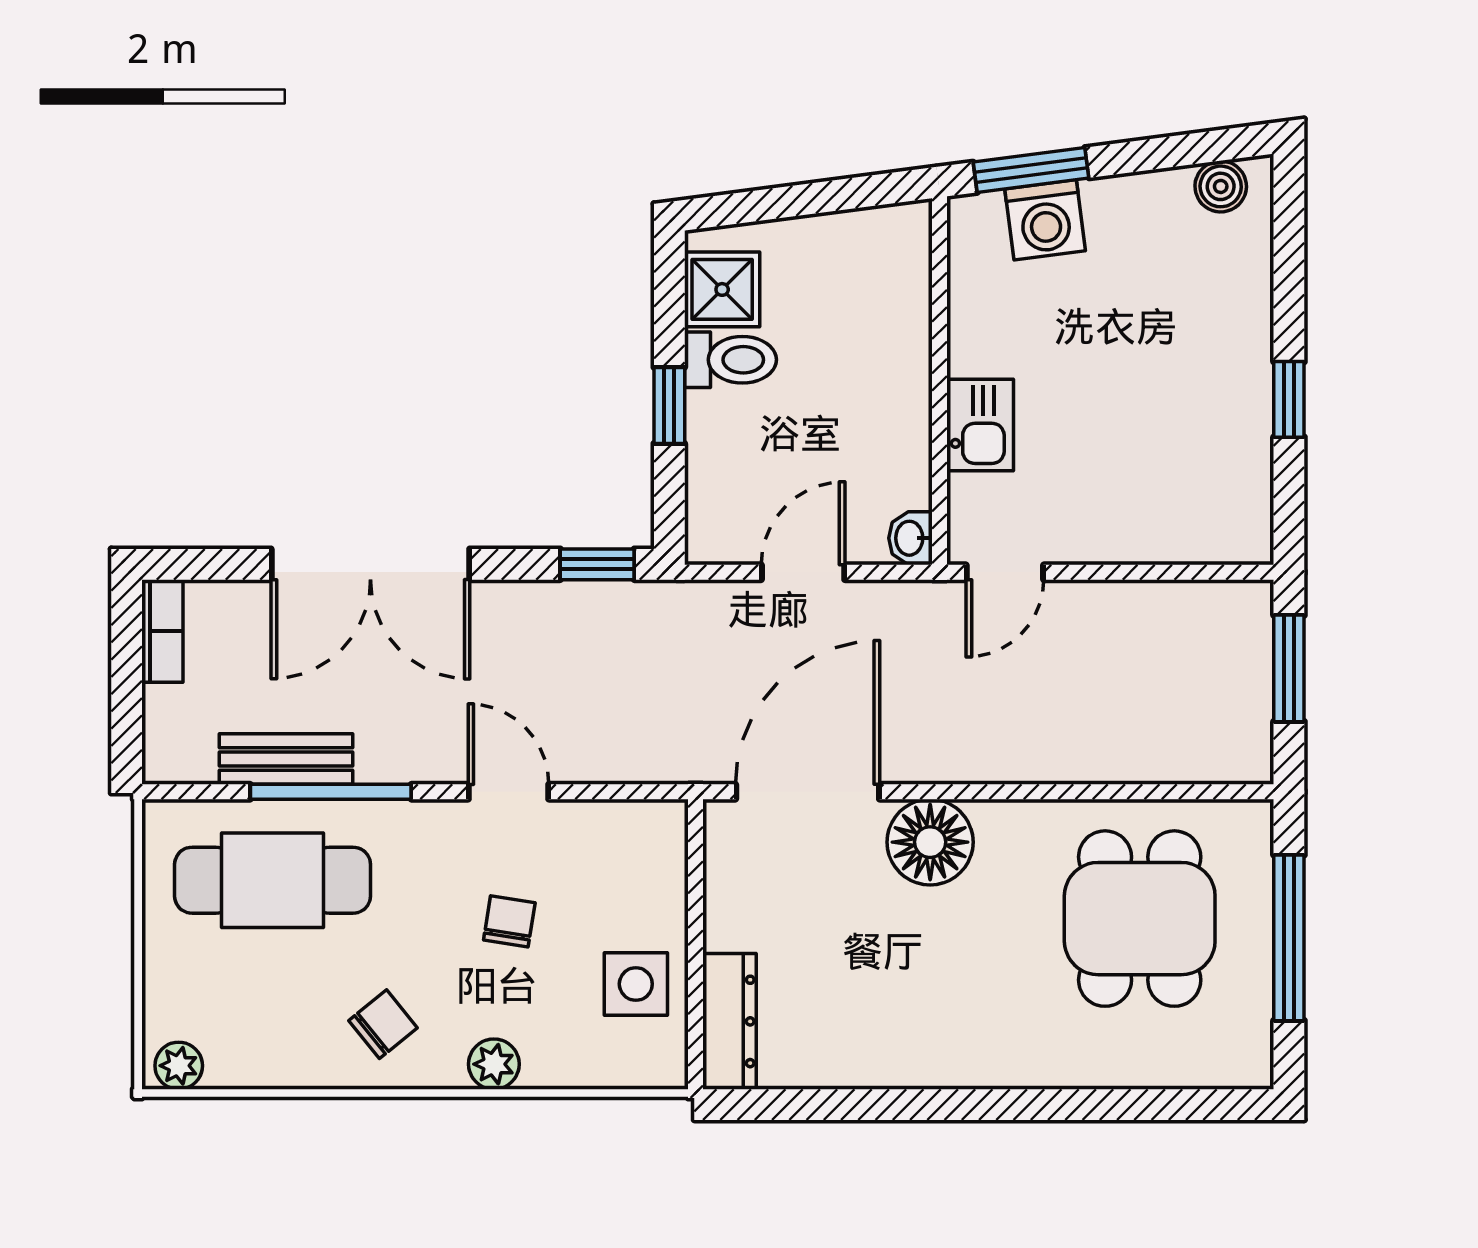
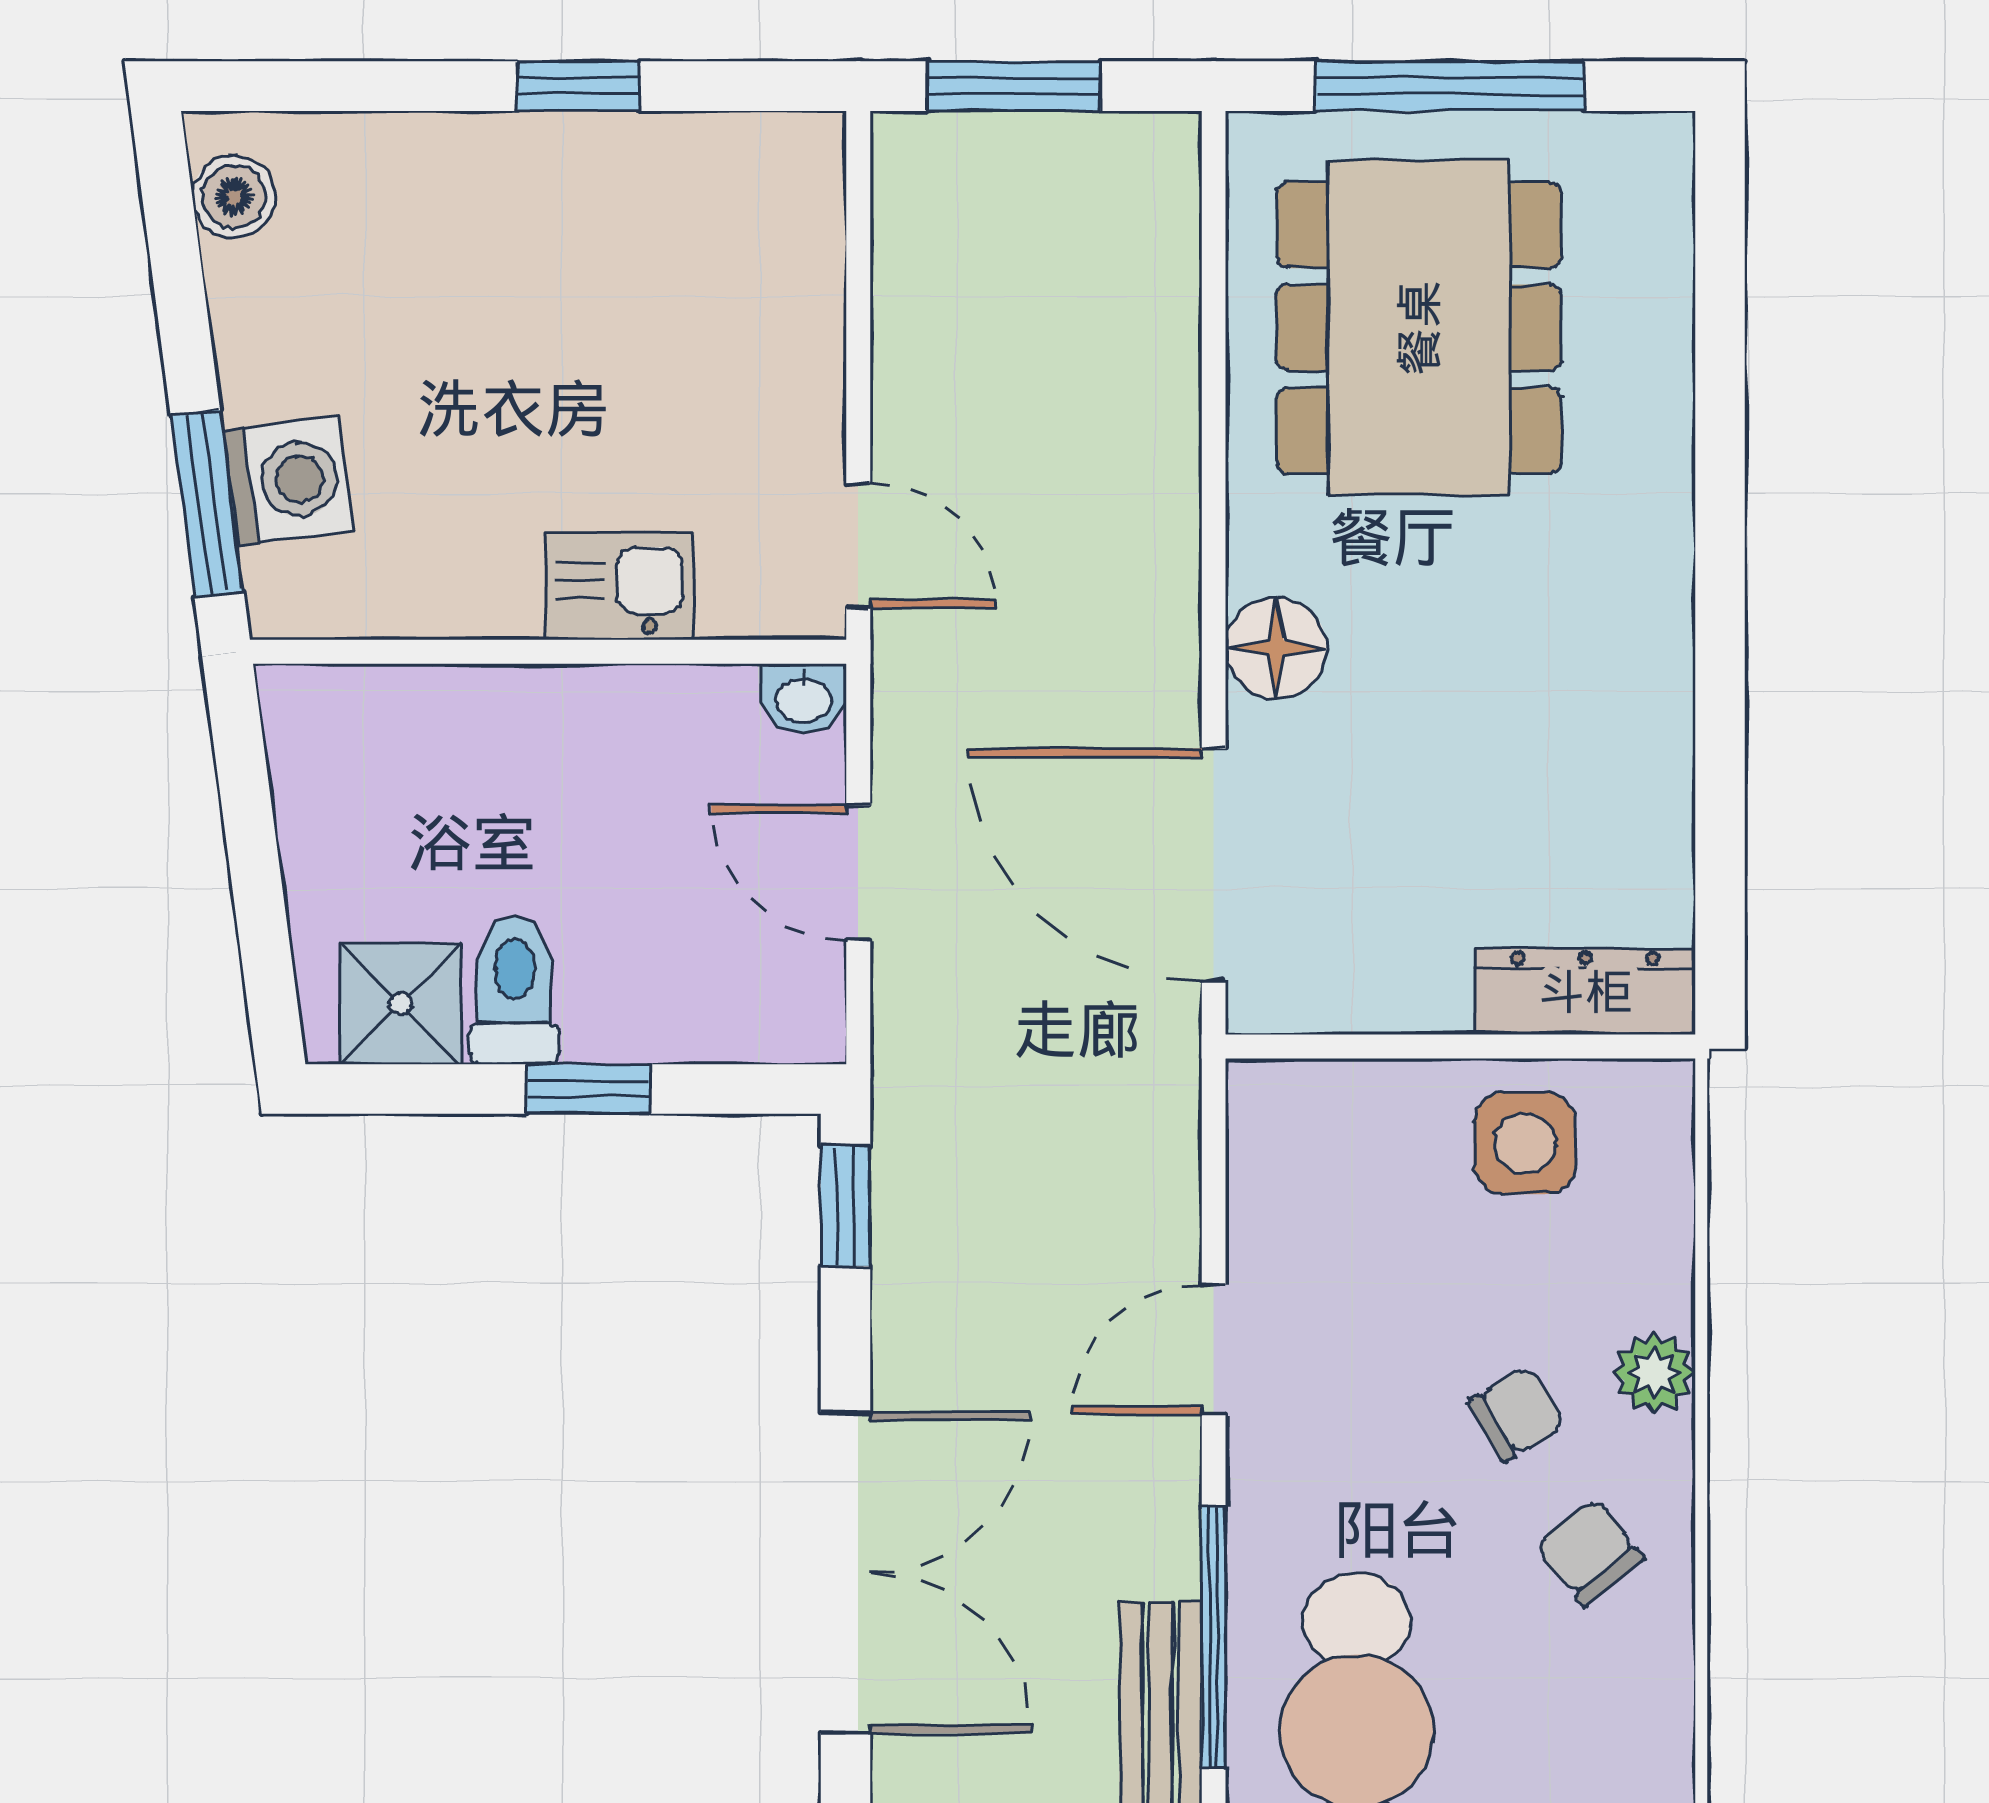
floor lamp: (930, 842) -> (1276, 648), width x0.73, depth x0.73
dining table: (1140, 919) -> (1419, 328), width x1.37
chair: (509, 921) -> (1517, 1414), moved, turned 141

